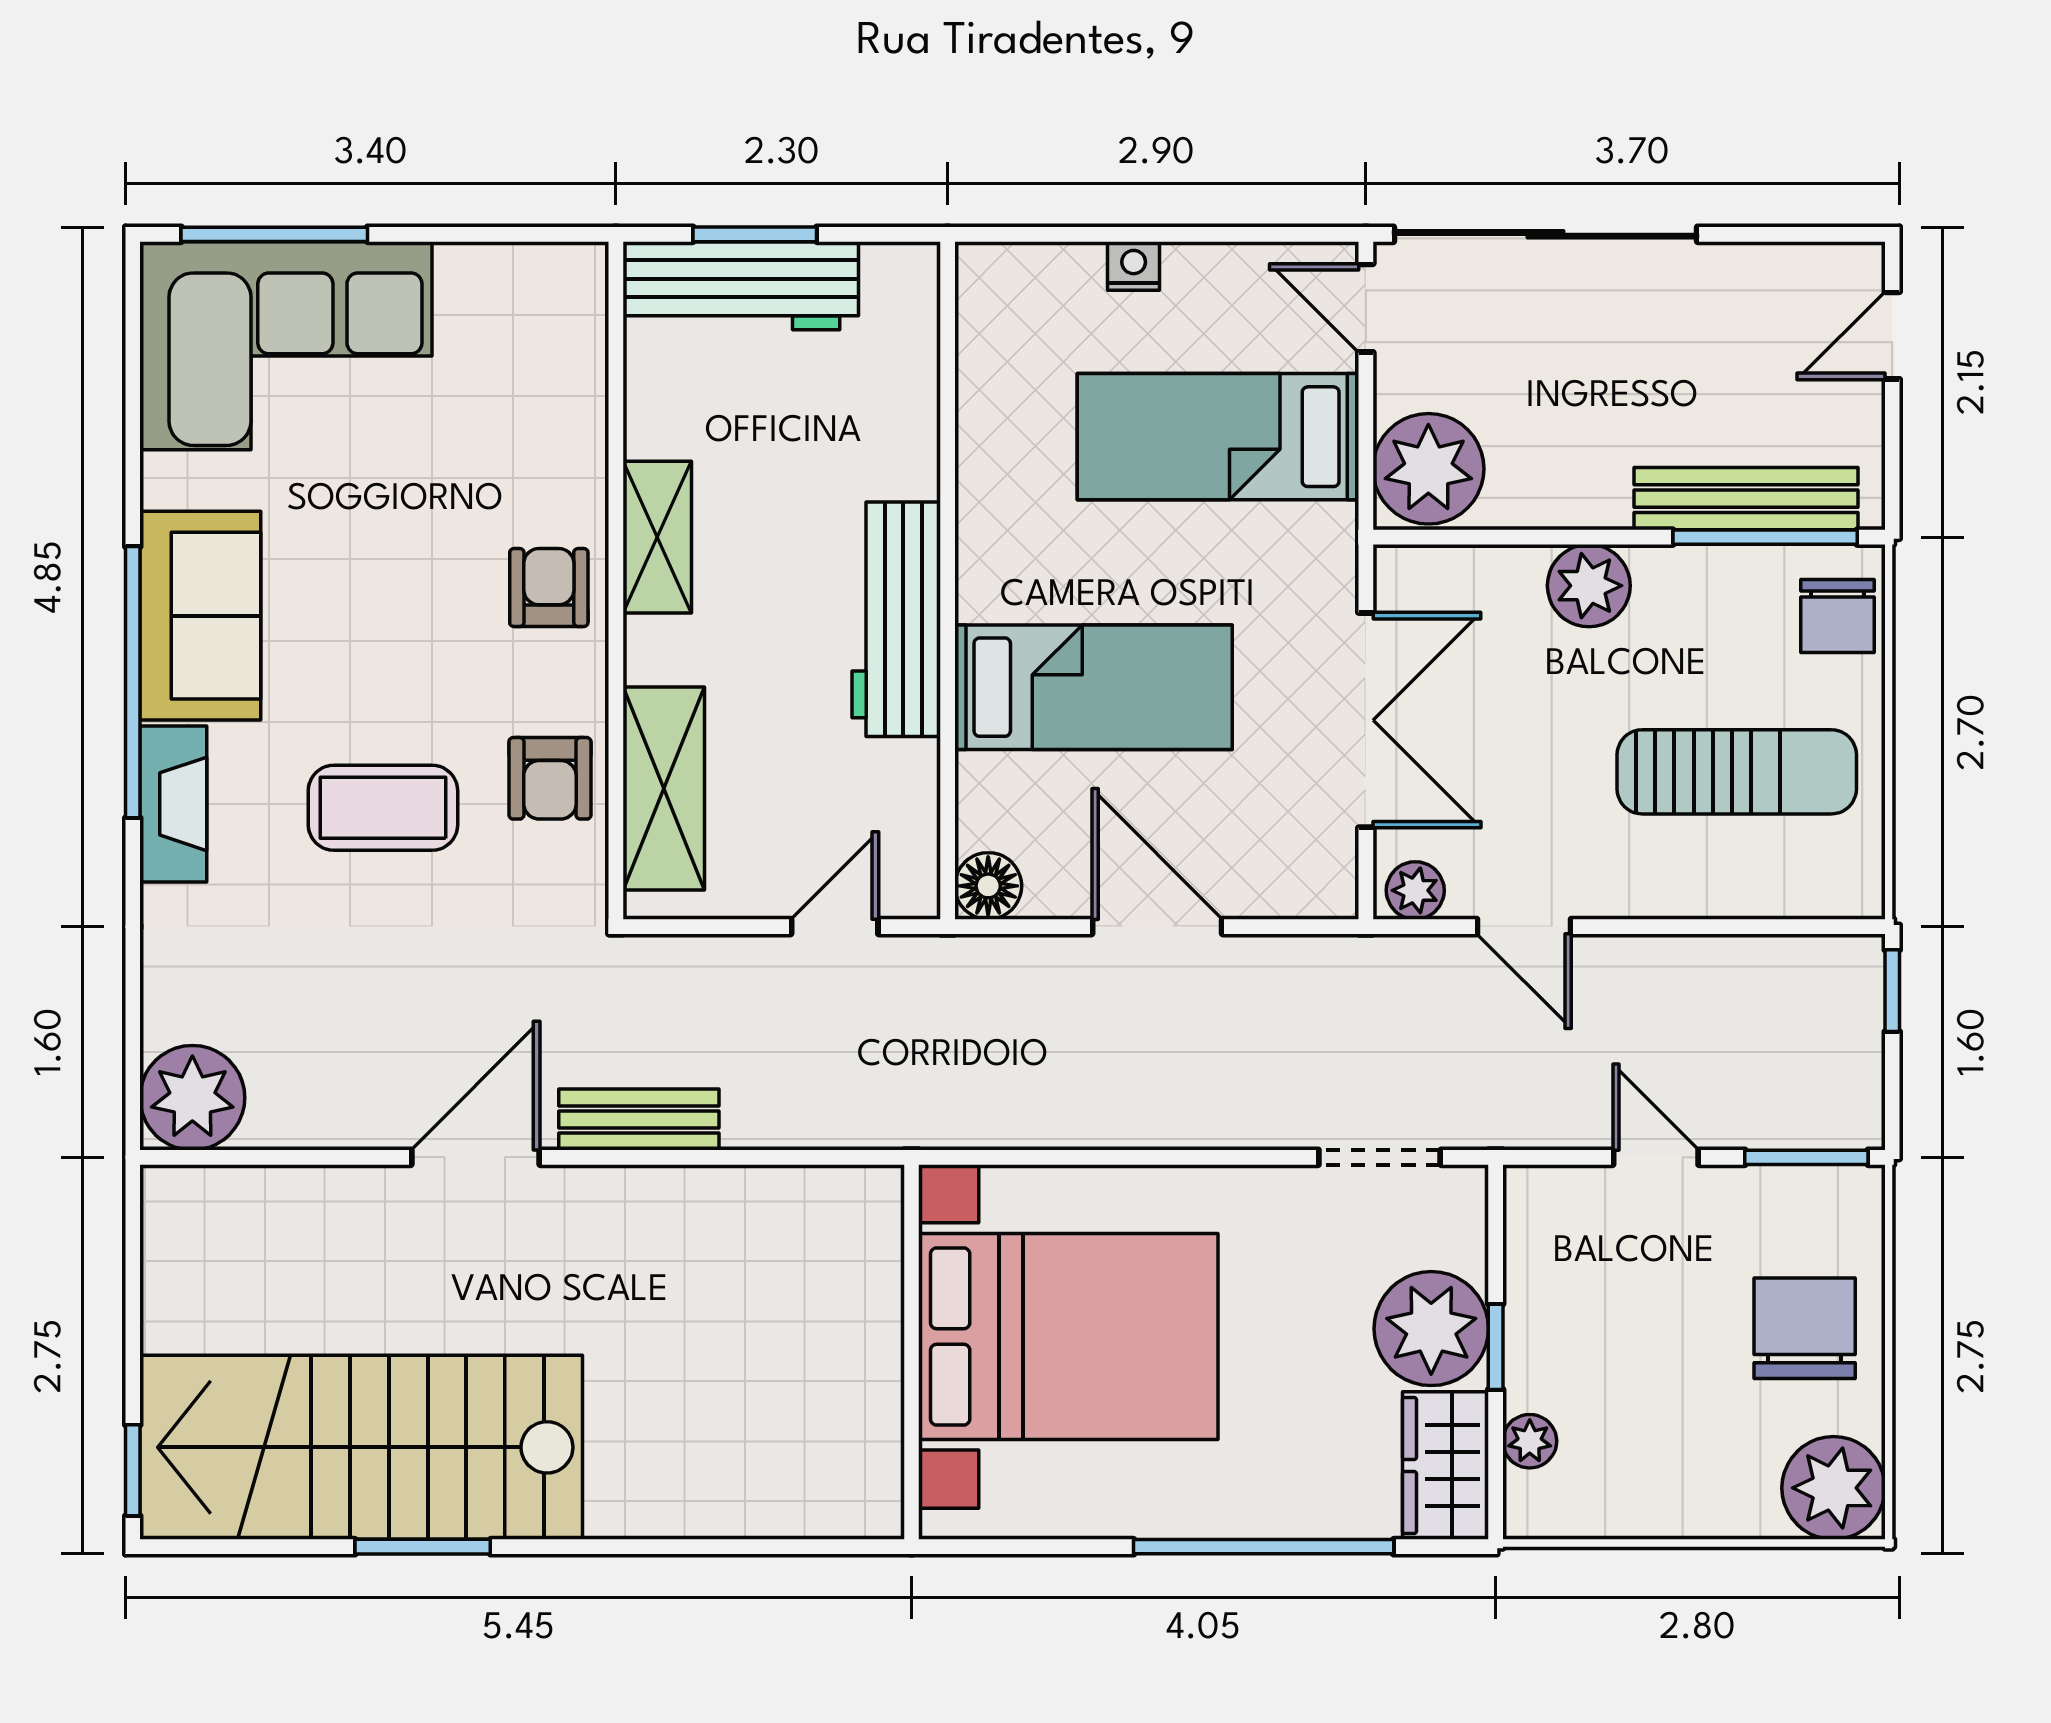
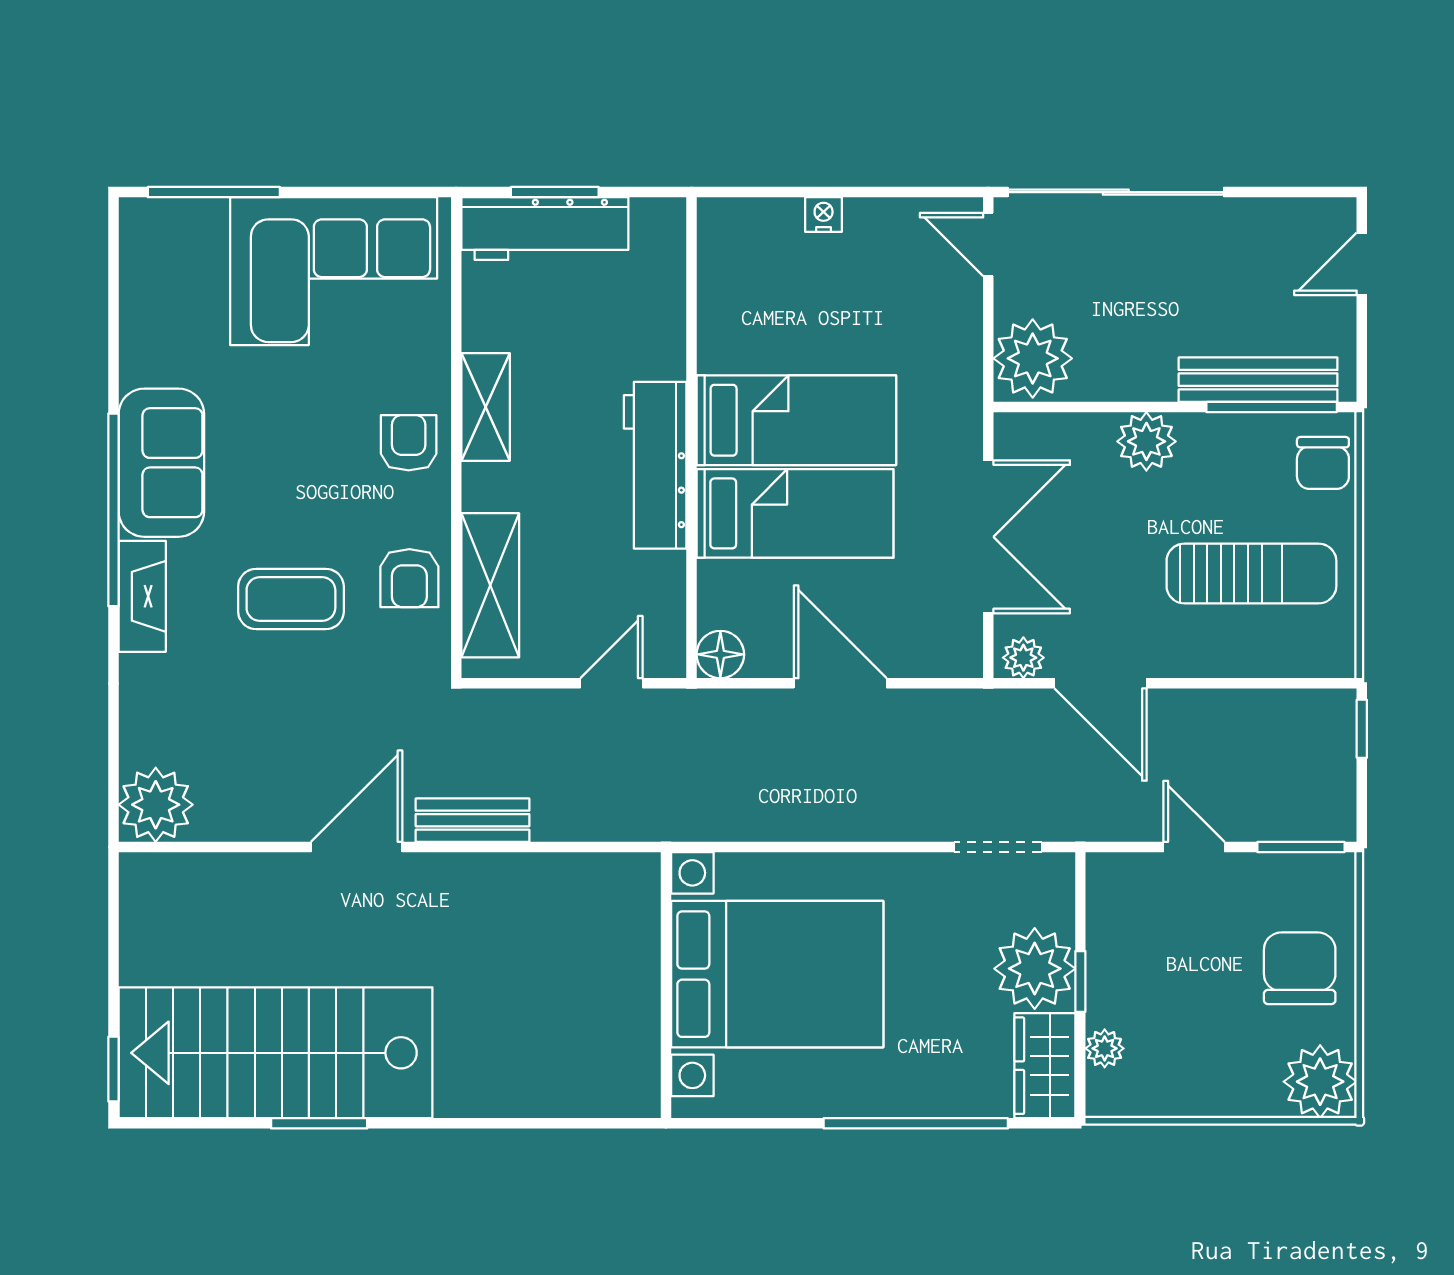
corner sofa: (286, 346) -> (334, 271), moved
bed: (1218, 437) -> (796, 420), moved, turned 180
door: (1524, 927) -> (1100, 683), width x1.38

